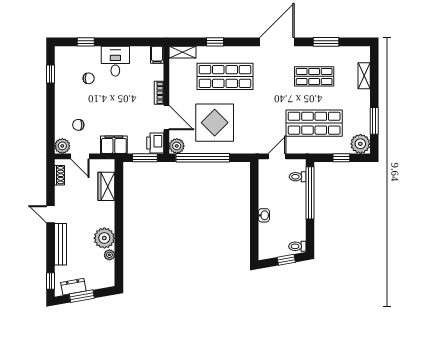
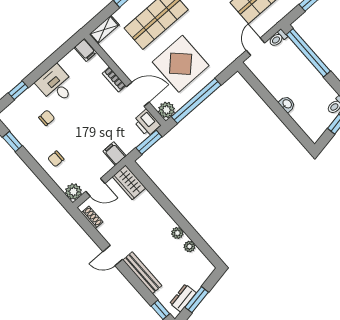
chair: (78, 125) -> (56, 159), moved
filing cabinet: (114, 145) -> (115, 154), width x0.50
toilet: (298, 177) -> (278, 38), moved
wardrobe: (106, 186) -> (129, 182), moved
plant: (104, 238) -> (177, 233), width x0.53, depth x0.53

